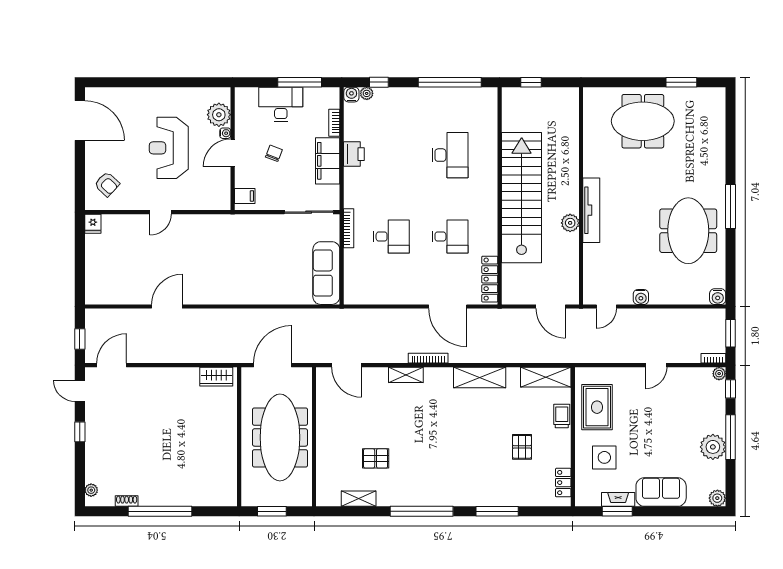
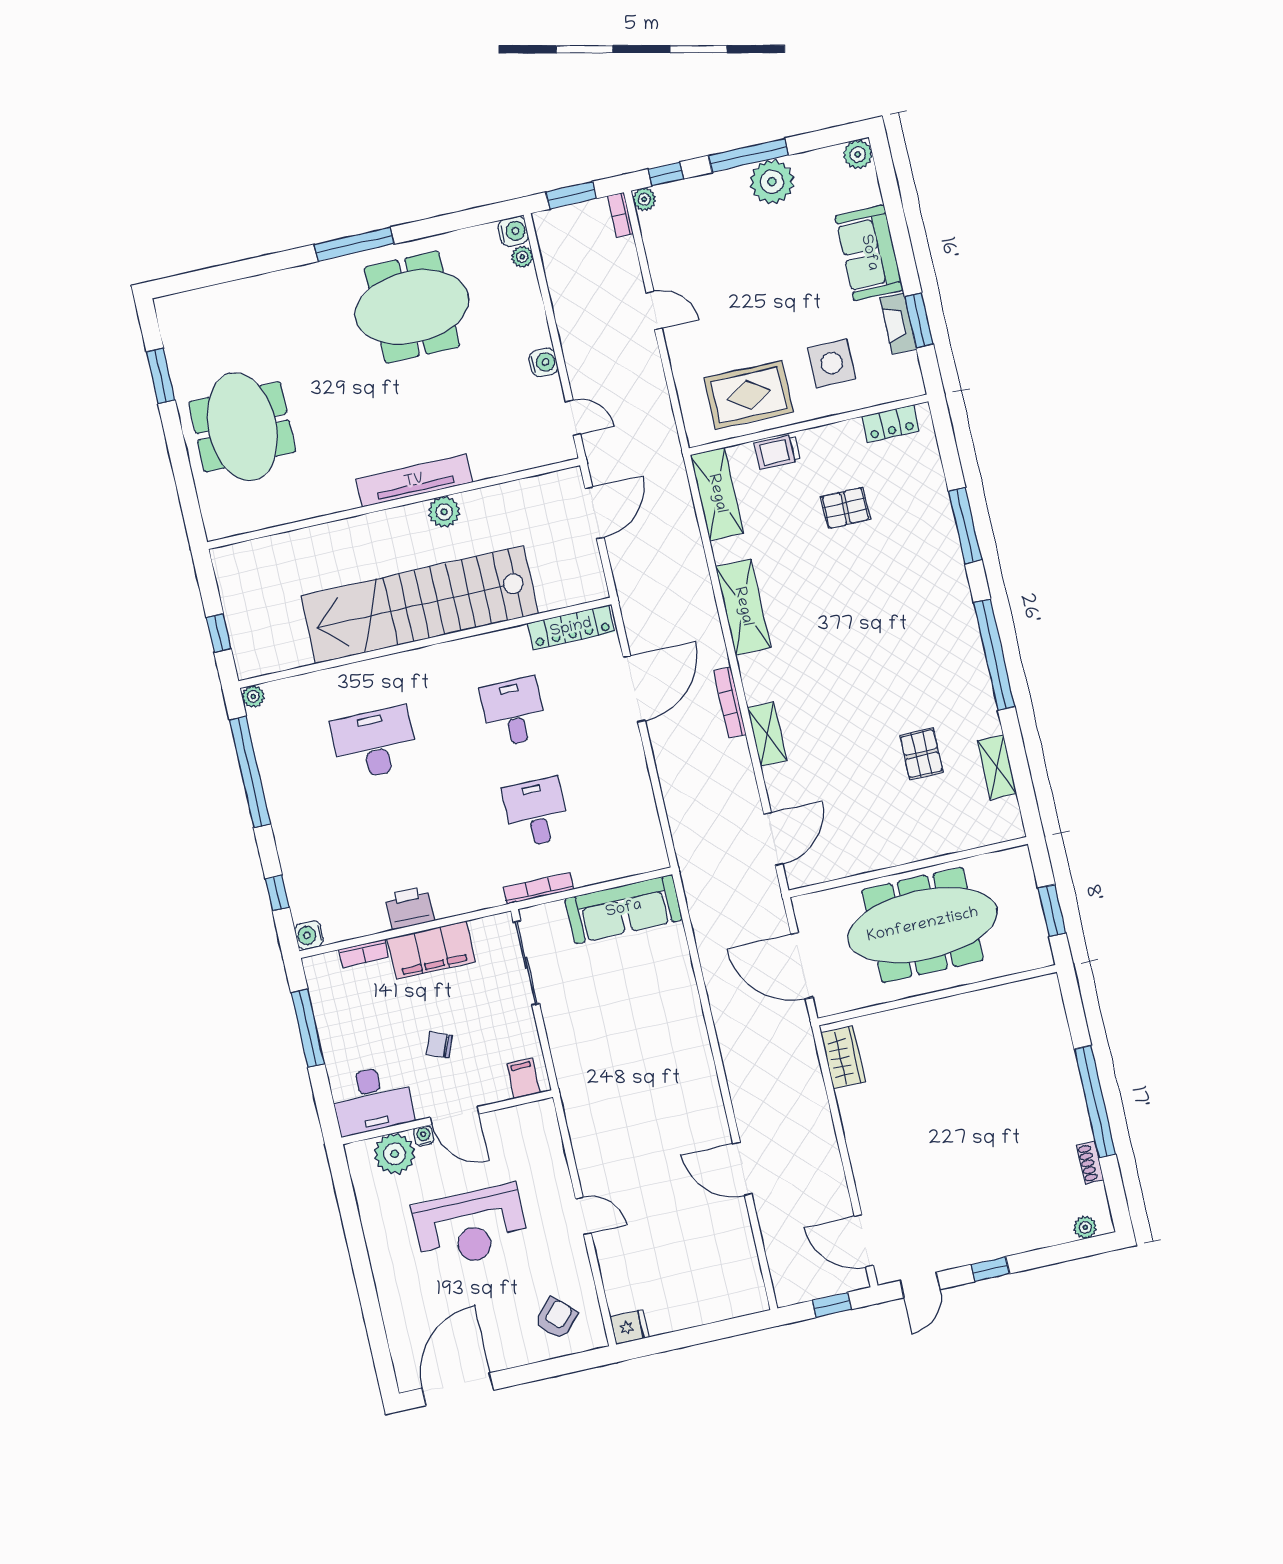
plant: (367, 93) -> (253, 696), moved
desk: (281, 104) -> (372, 1100), moved, turned -90
plant: (702, 298) -> (522, 257), added

